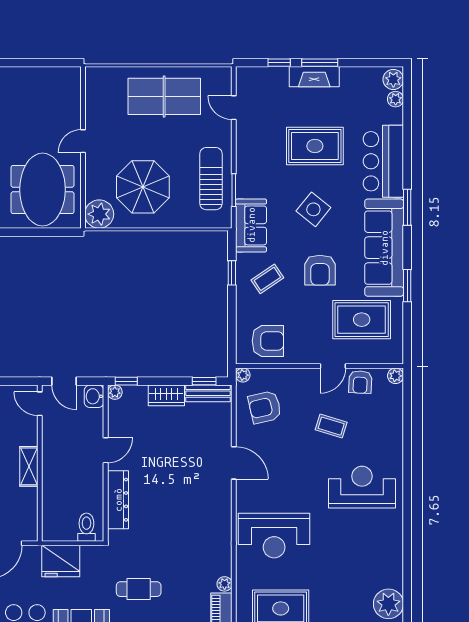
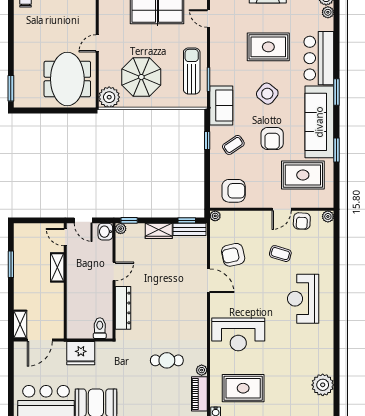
armchair: (265, 407) -> (233, 255), moved
shelving: (29, 466) -> (57, 267), moved
reception desk: (362, 487) -> (303, 299), turned -90
cafe table: (139, 589) -> (167, 360), moved

